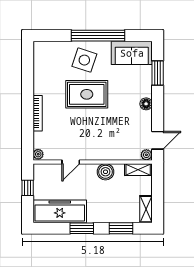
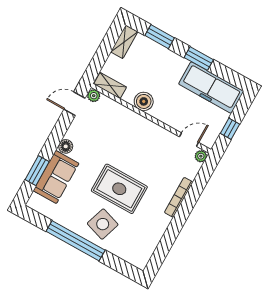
sofa: (132, 53) -> (56, 177), moved, turned 90
door: (71, 162) -> (189, 140), moved

